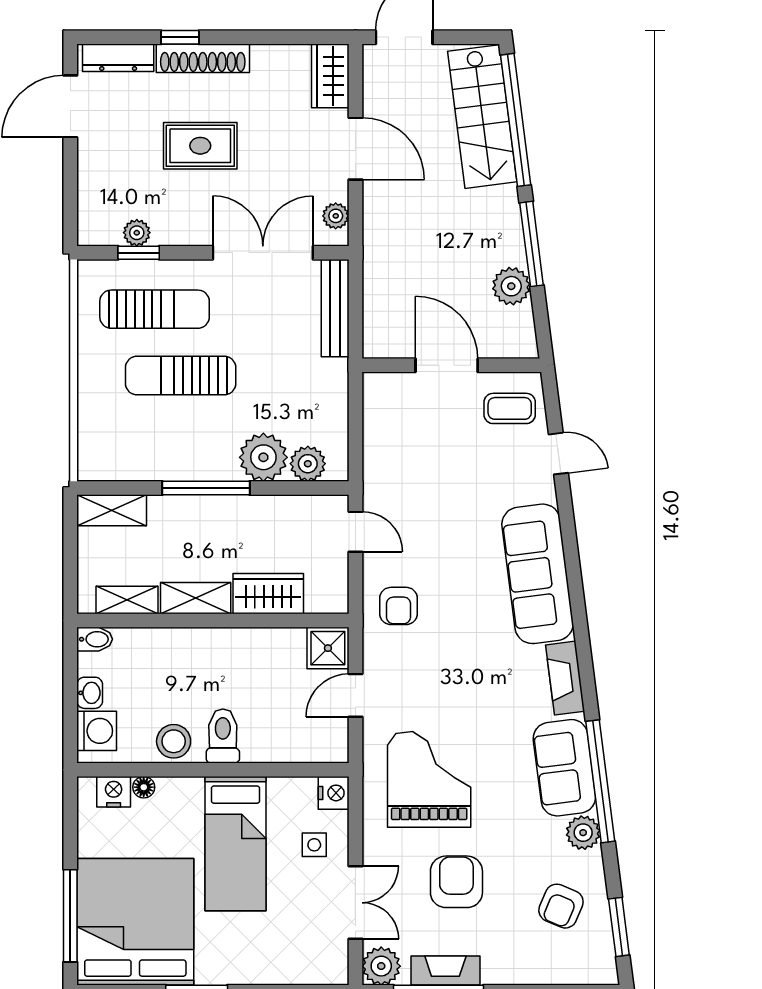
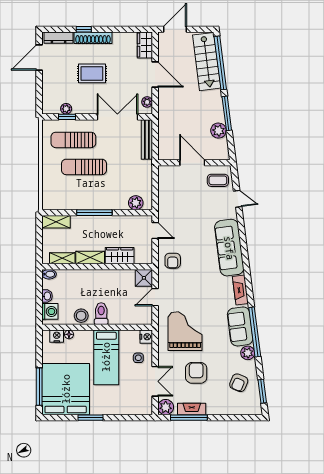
sun lounger: (155, 309) -> (73, 140), turned 180
plant: (263, 457) -> (118, 200), removed

